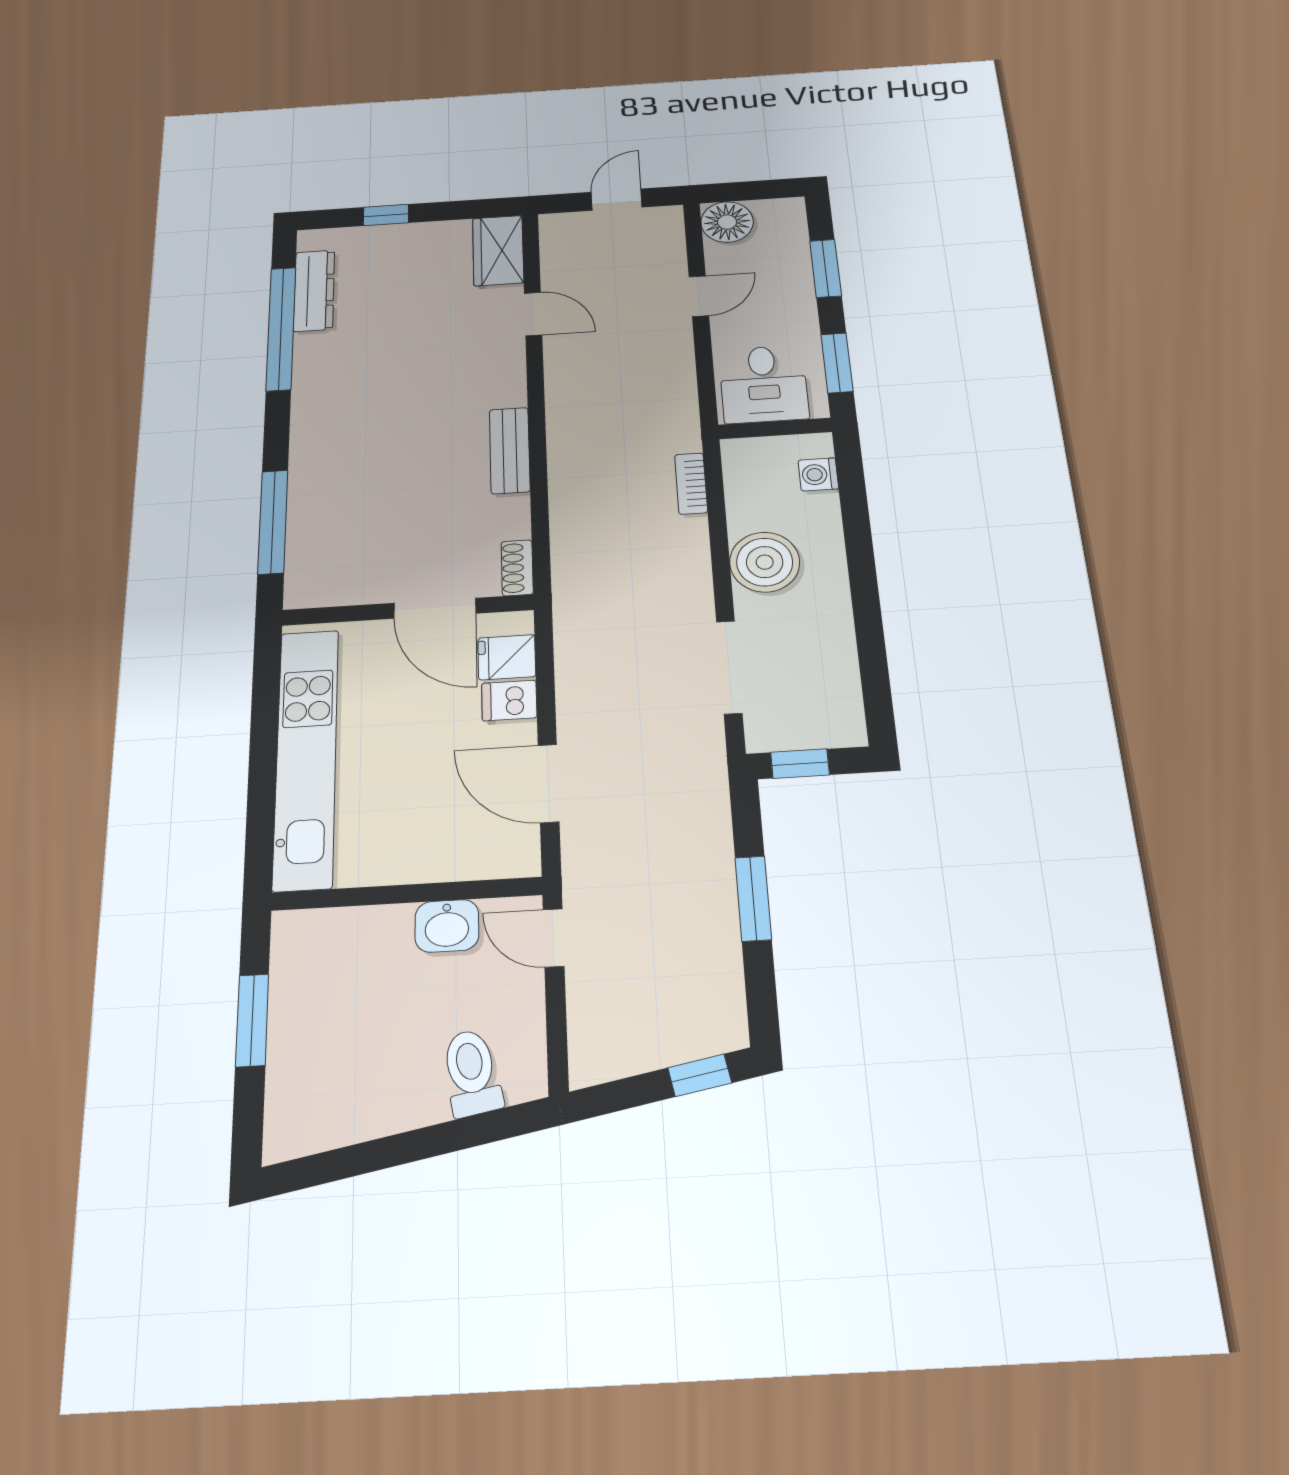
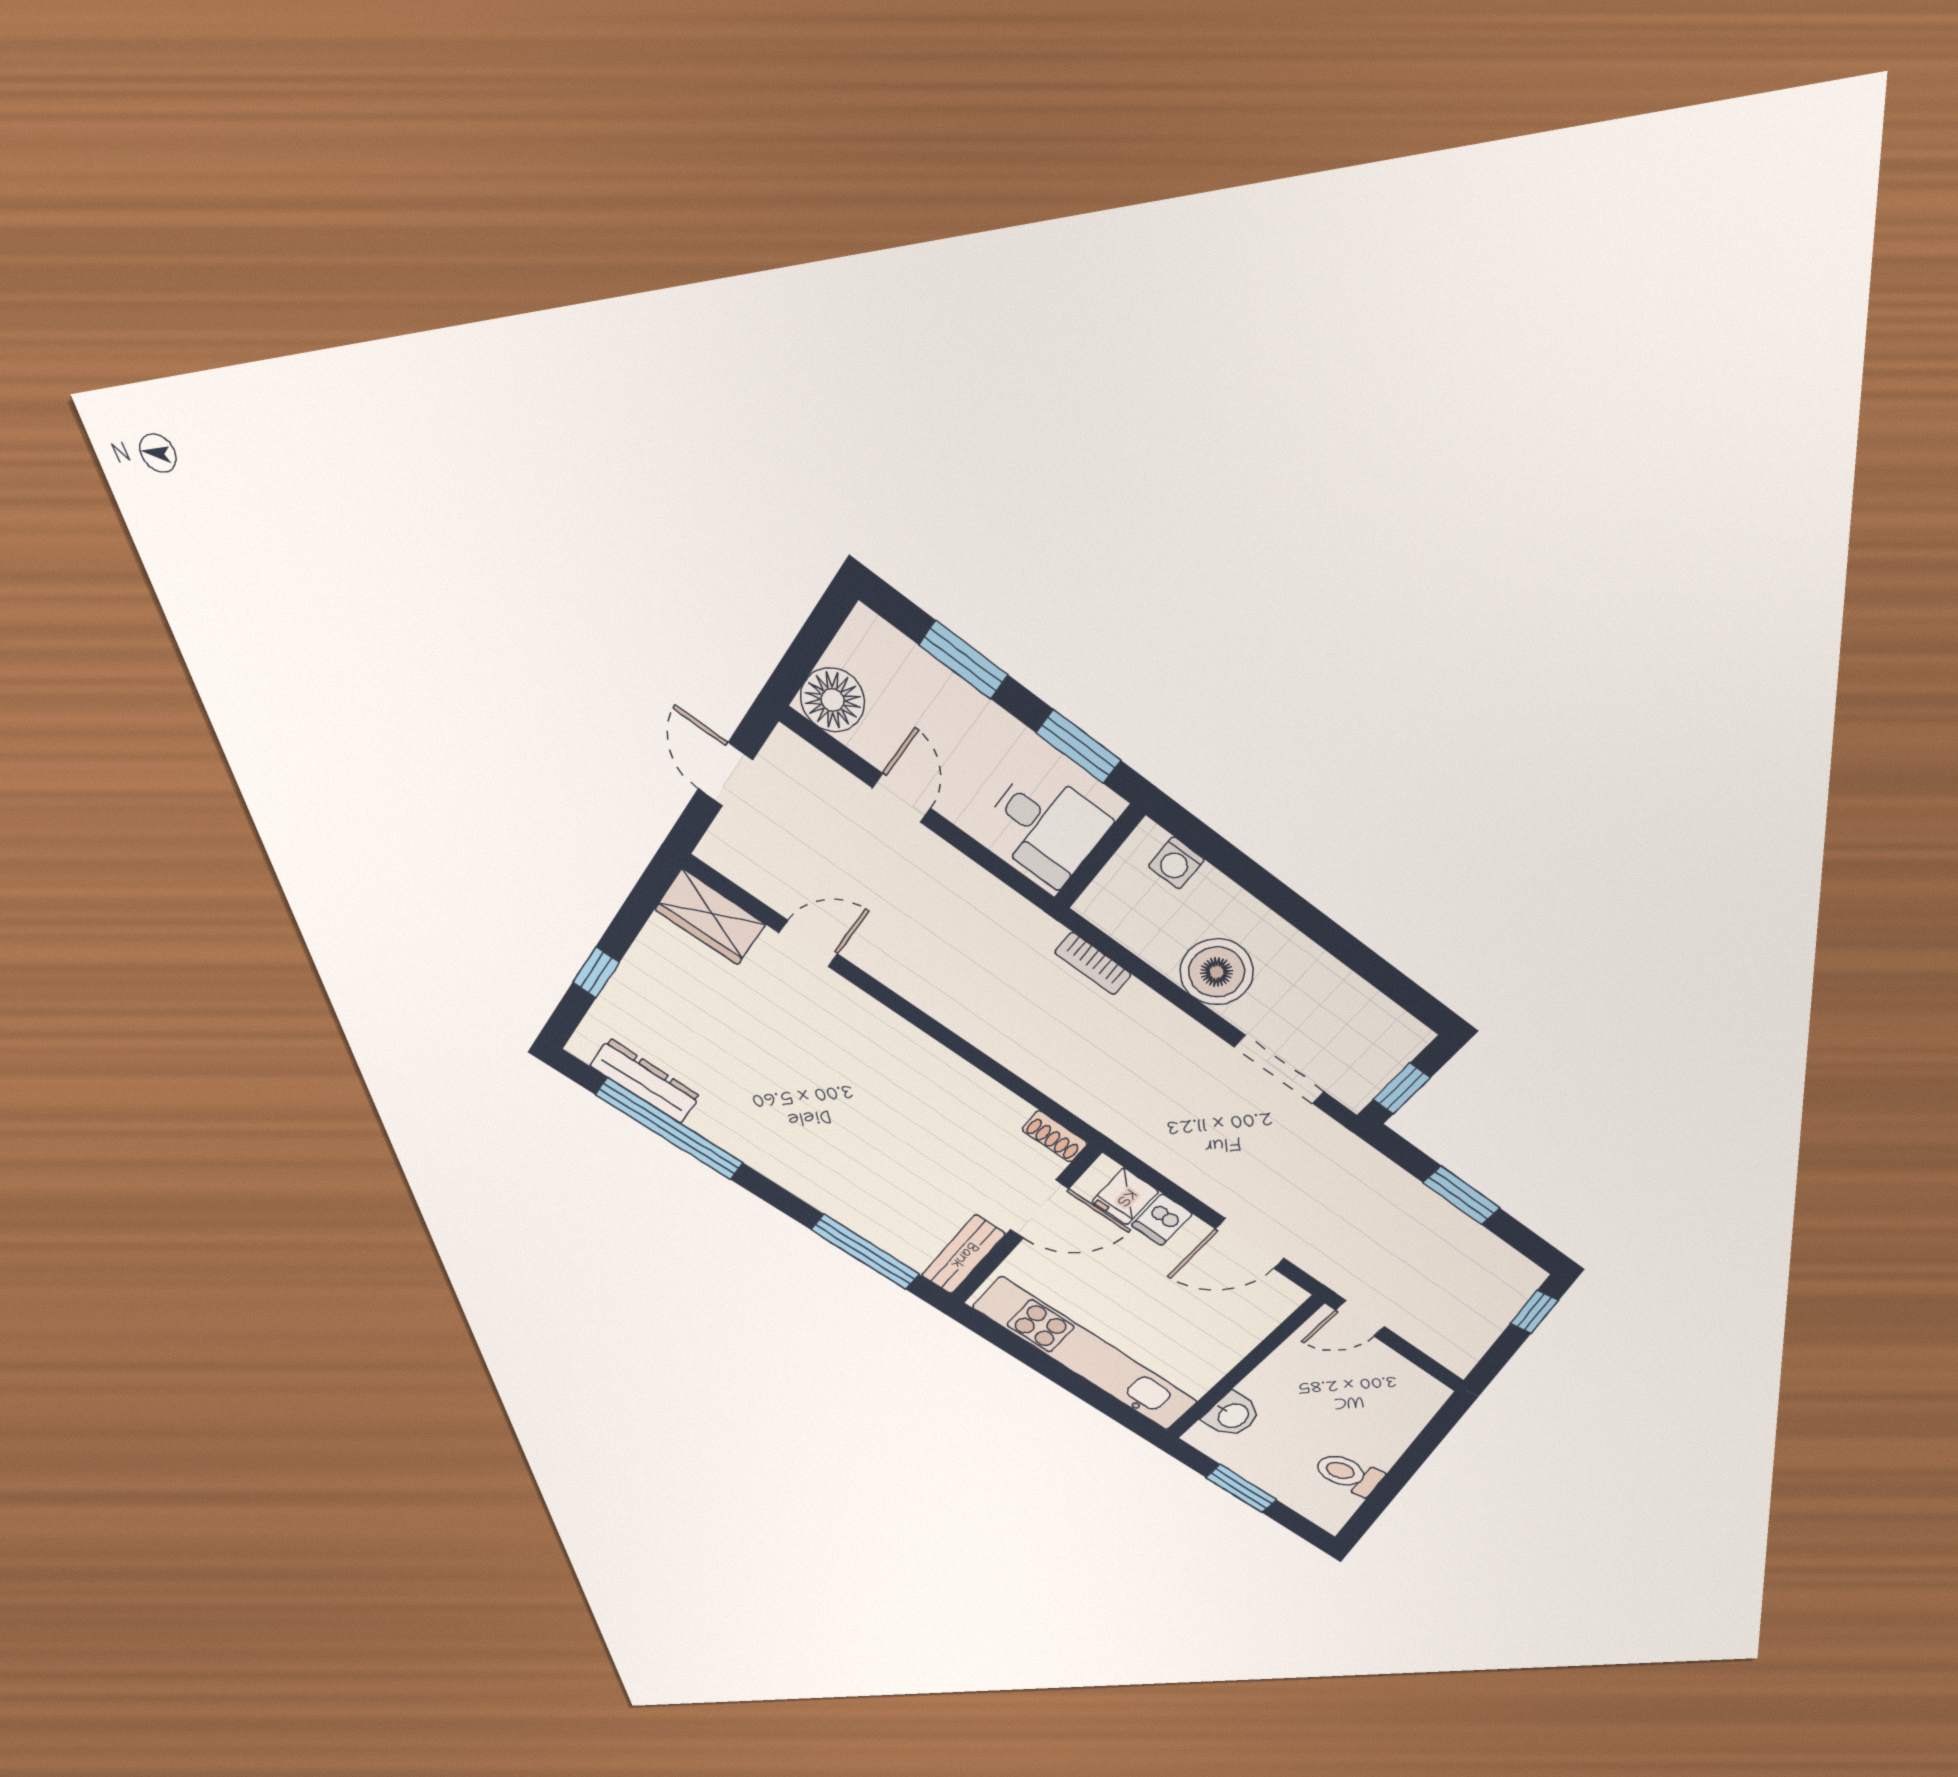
bench: (510, 450) -> (963, 1255), moved, turned 90
washbasin: (447, 926) -> (1232, 1415), moved
toilet: (472, 1073) -> (1348, 1474), moved

